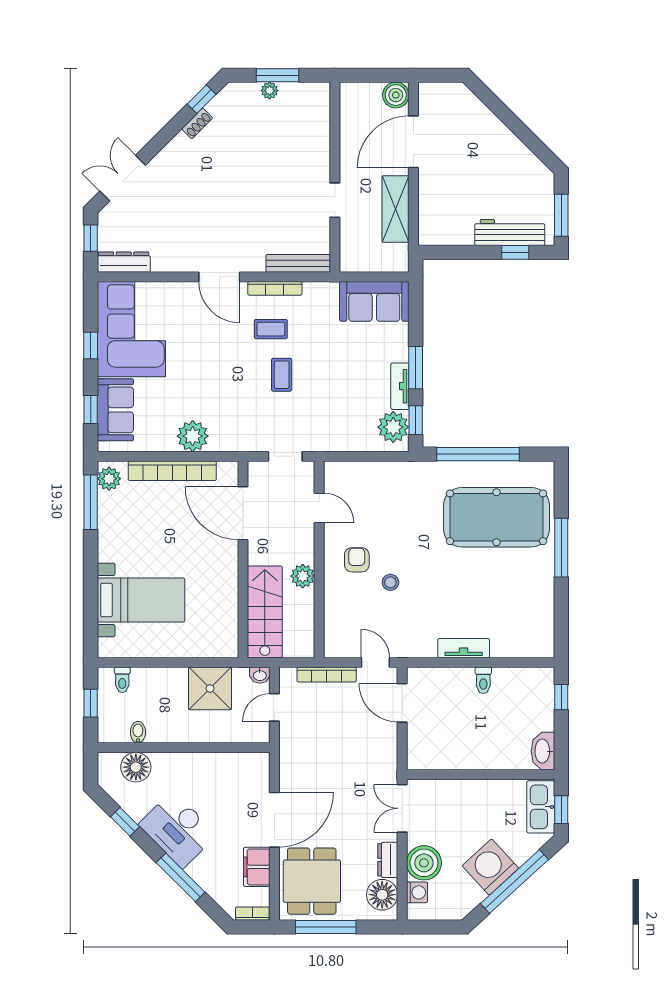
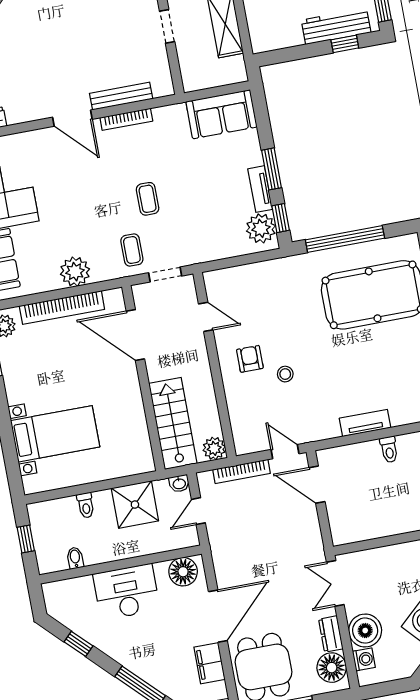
bench: (298, 263) -> (121, 96), moved
coffee table: (271, 329) -> (132, 250), moved, turned 90
plant: (303, 576) -> (214, 448), moved
toilet: (122, 680) -> (86, 505), moved
floor lamp: (136, 767) -> (183, 572), moved
desk: (178, 830) -> (126, 592), moved, turned 135

